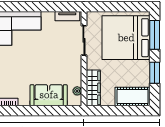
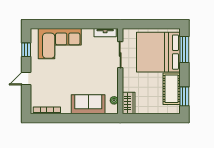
window: (155, 73) -> (184, 96), moved
wardrobe: (93, 88) -> (129, 103), width x0.67
cot: (133, 97) -> (172, 89), moved, turned 90

